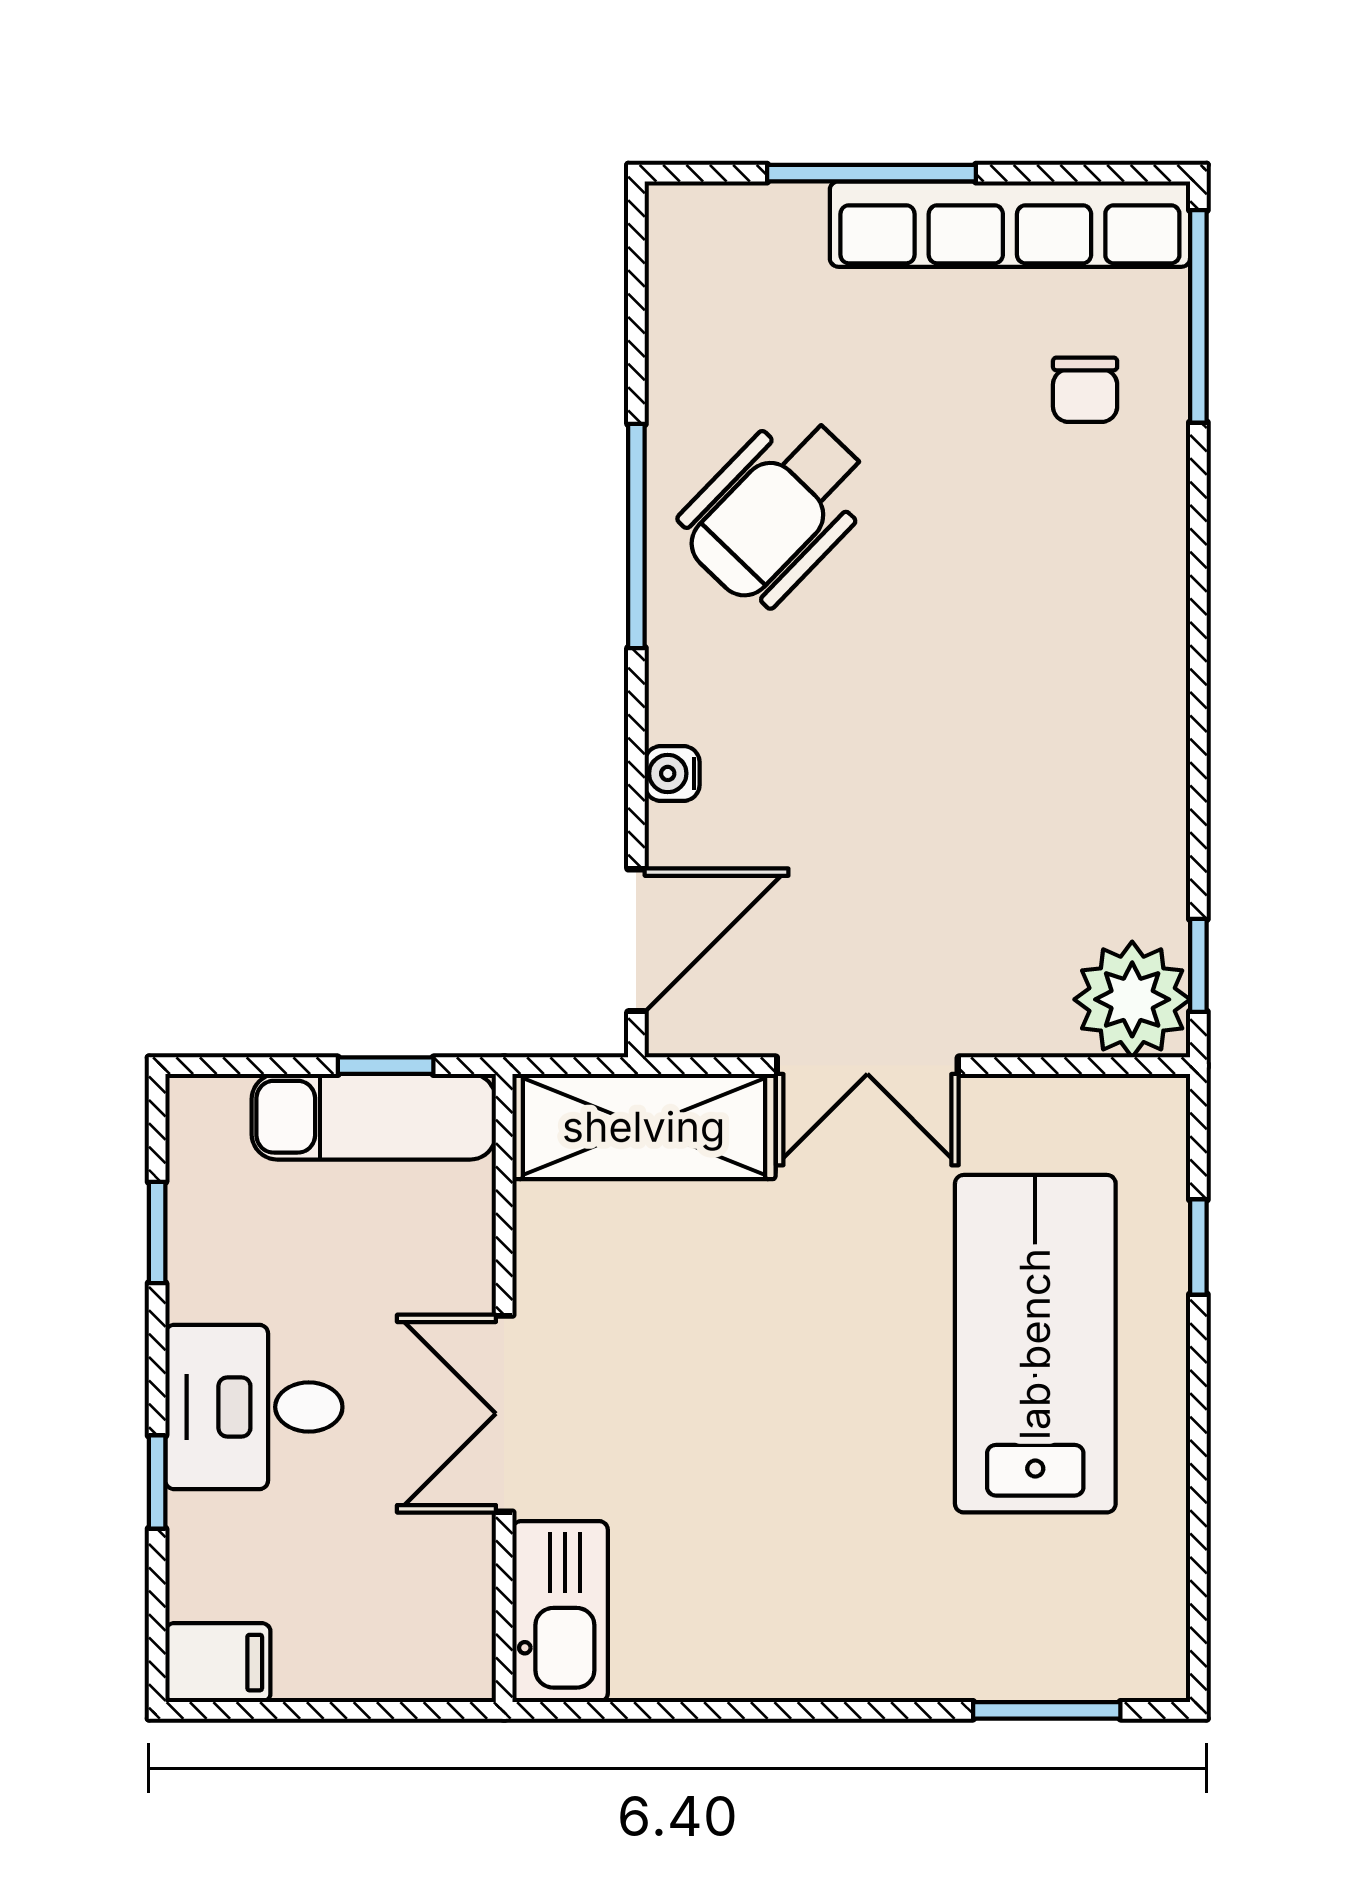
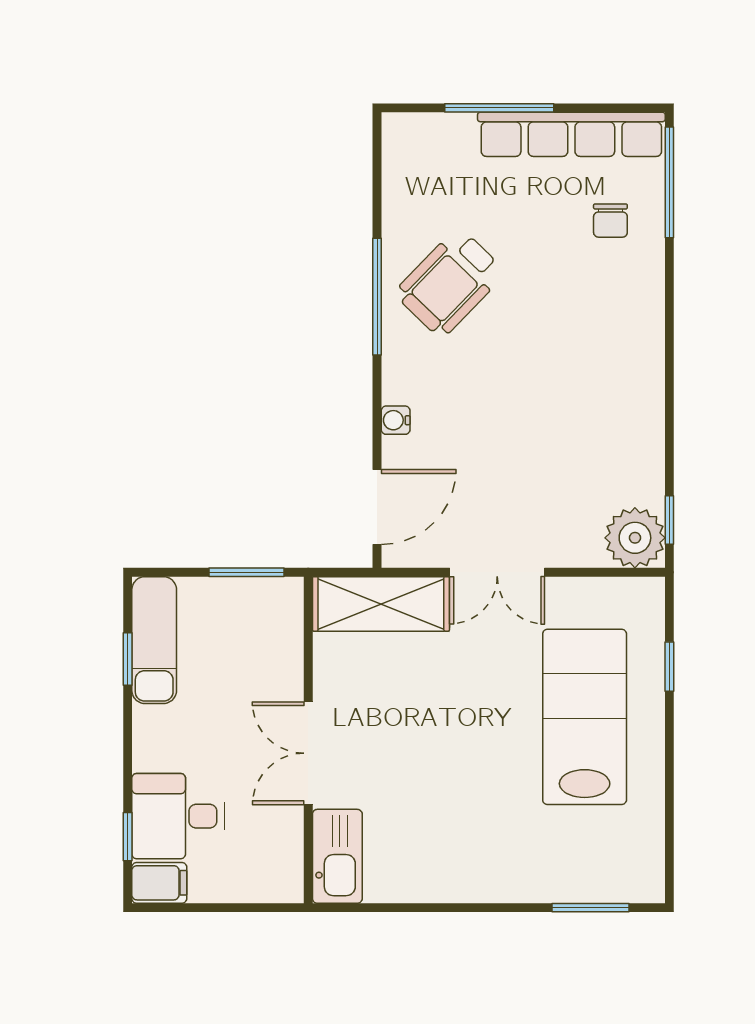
window: (386, 1066) -> (247, 572), width x1.50
exam couch: (374, 1117) -> (154, 640), moved, turned -90
desk: (254, 1407) -> (178, 816), moved
window: (157, 1482) -> (128, 837), moved

